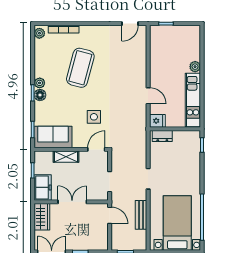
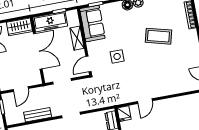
coffee table: (80, 68) -> (158, 36), width x0.73, depth x0.76
door: (96, 149) -> (89, 64), swing flipped
freezer: (43, 187) -> (50, 22), width x1.40
double door: (72, 202) -> (38, 51), width x1.37
door: (110, 215) -> (21, 89), moved

